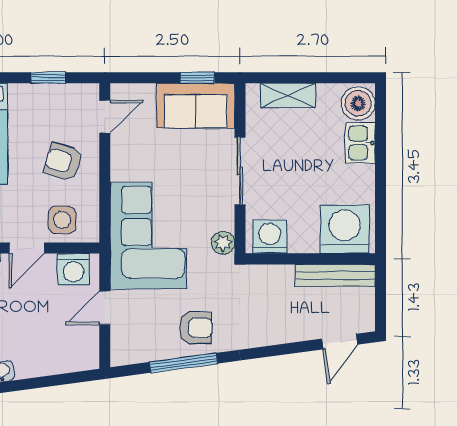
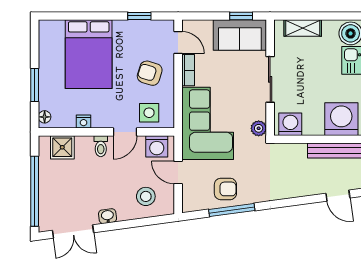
door: (105, 117) -> (178, 43), hinge flipped
bookcase: (119, 157) -> (188, 70), added
door: (105, 308) -> (178, 173), hinge flipped
armchair: (196, 328) -> (225, 189), moved
door: (340, 342) -> (338, 196), hinge flipped
stool: (57, 343) -> (146, 196), added

